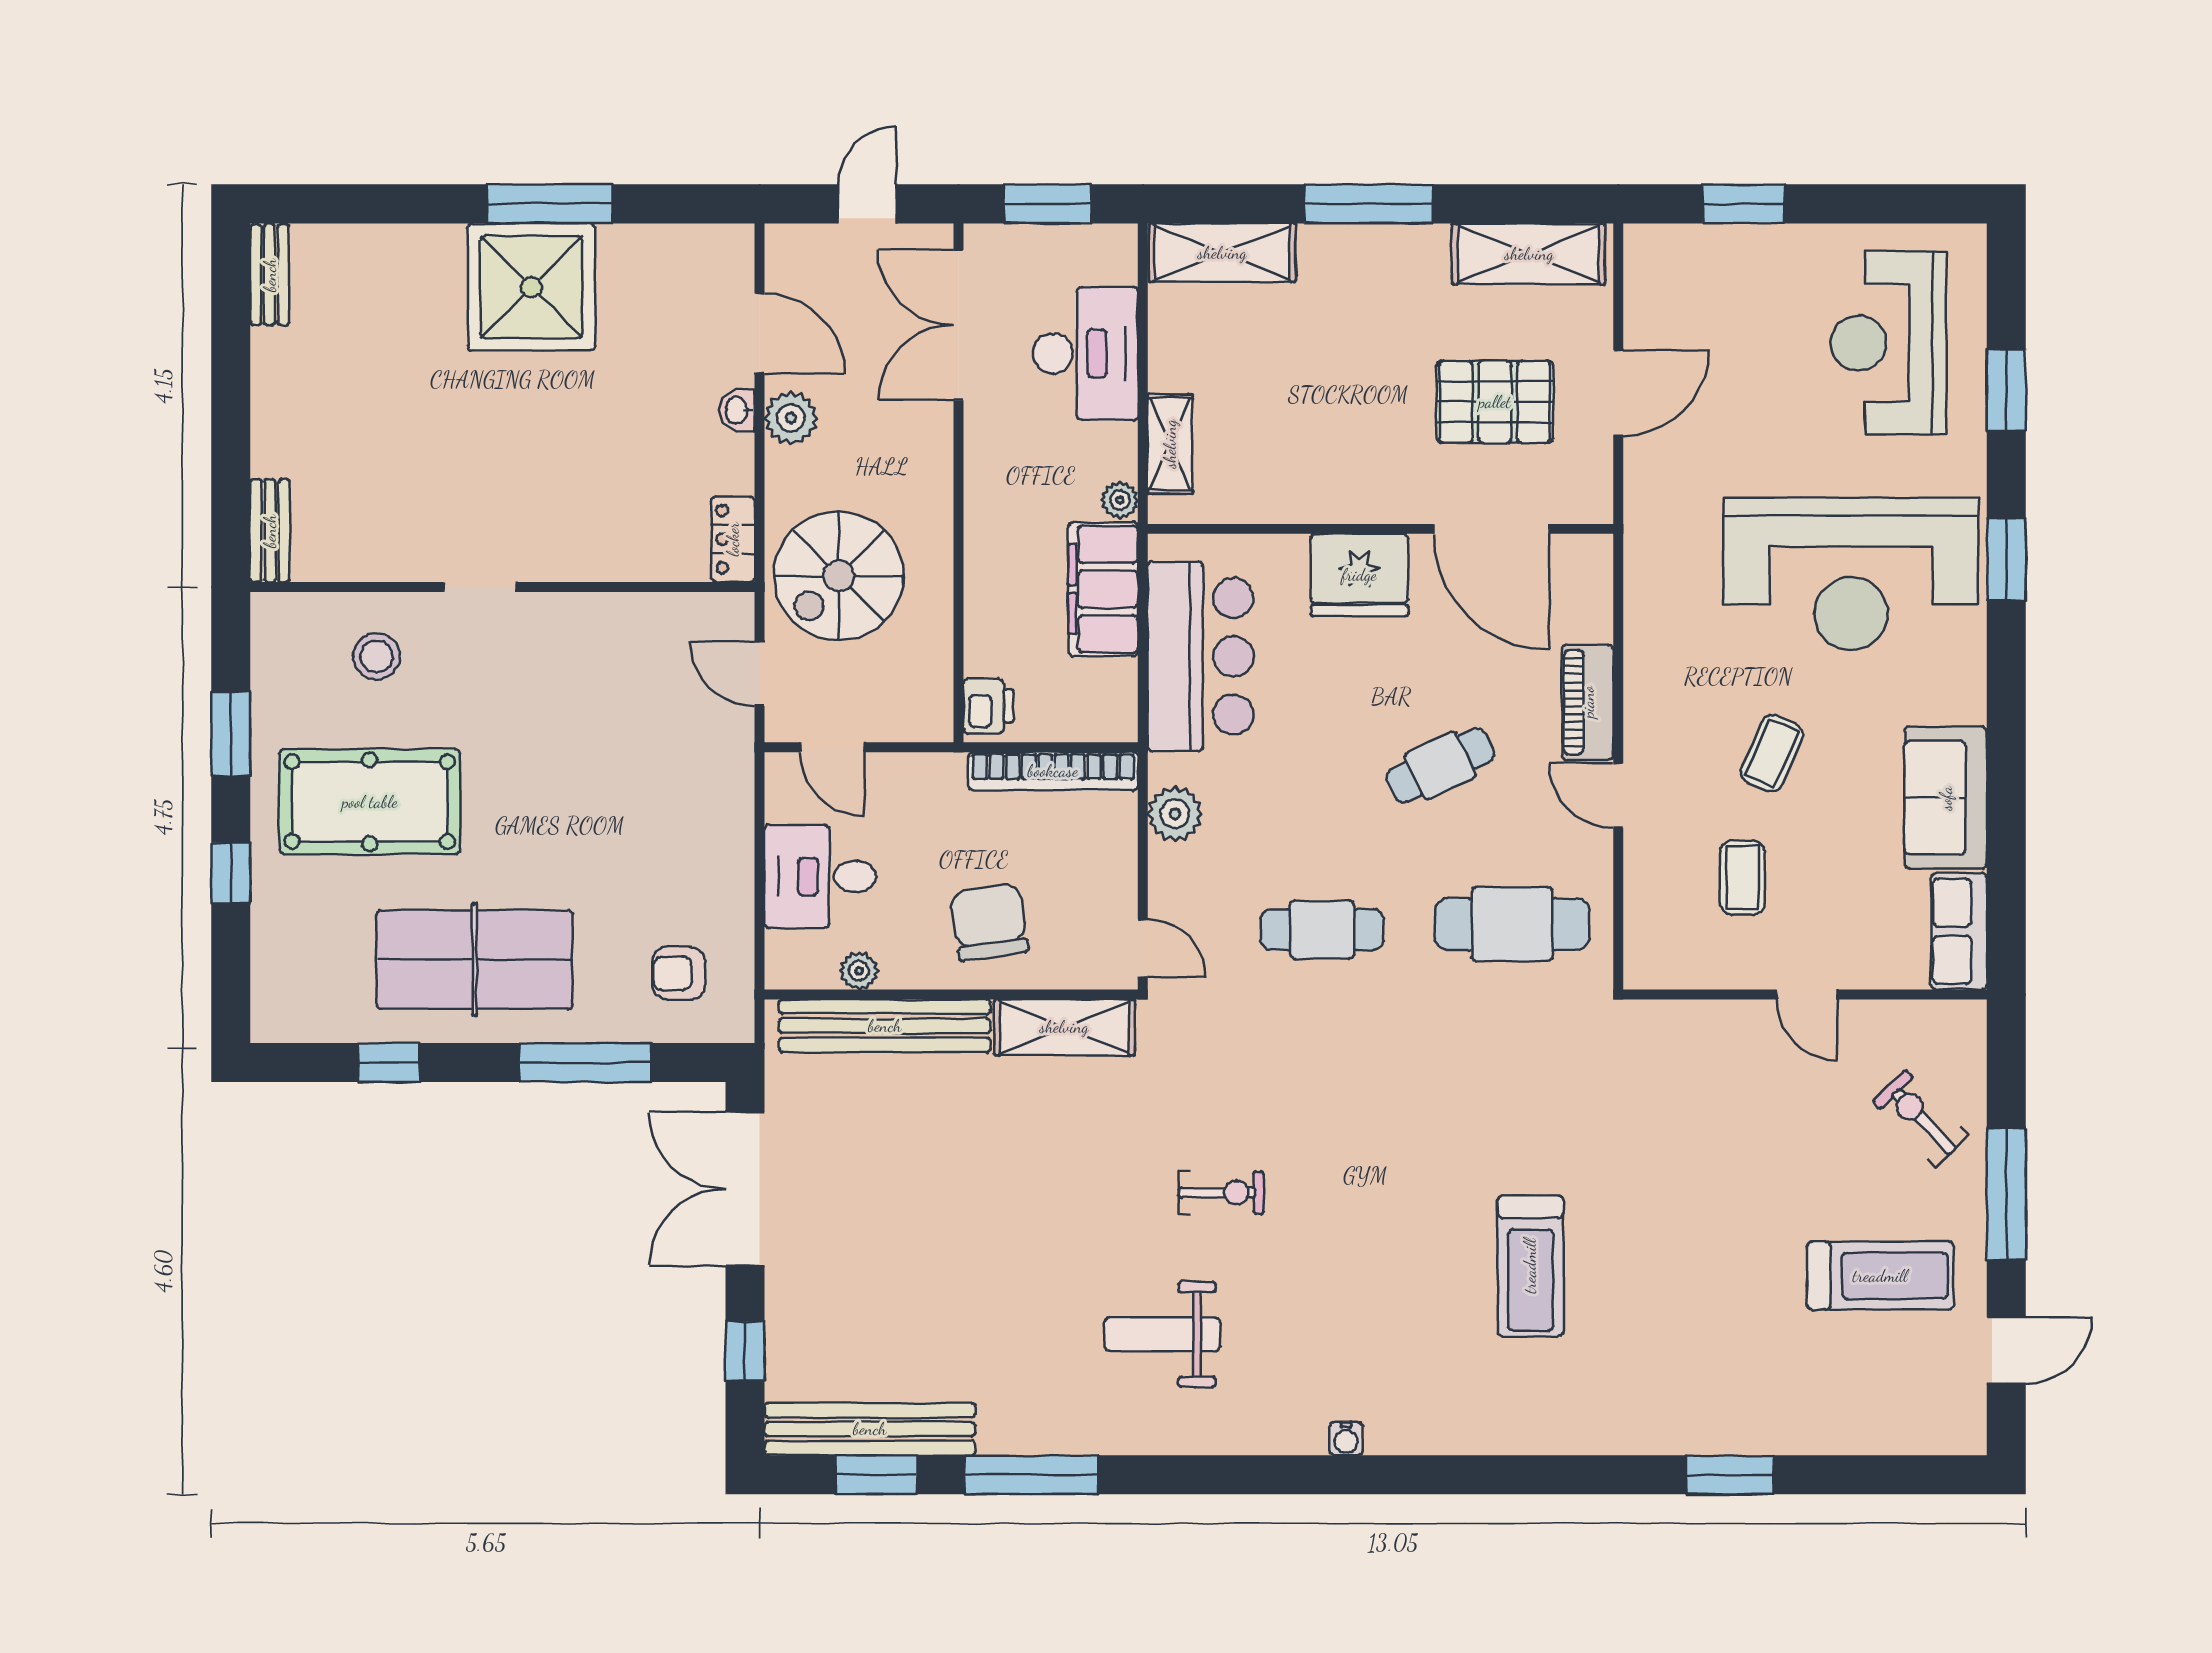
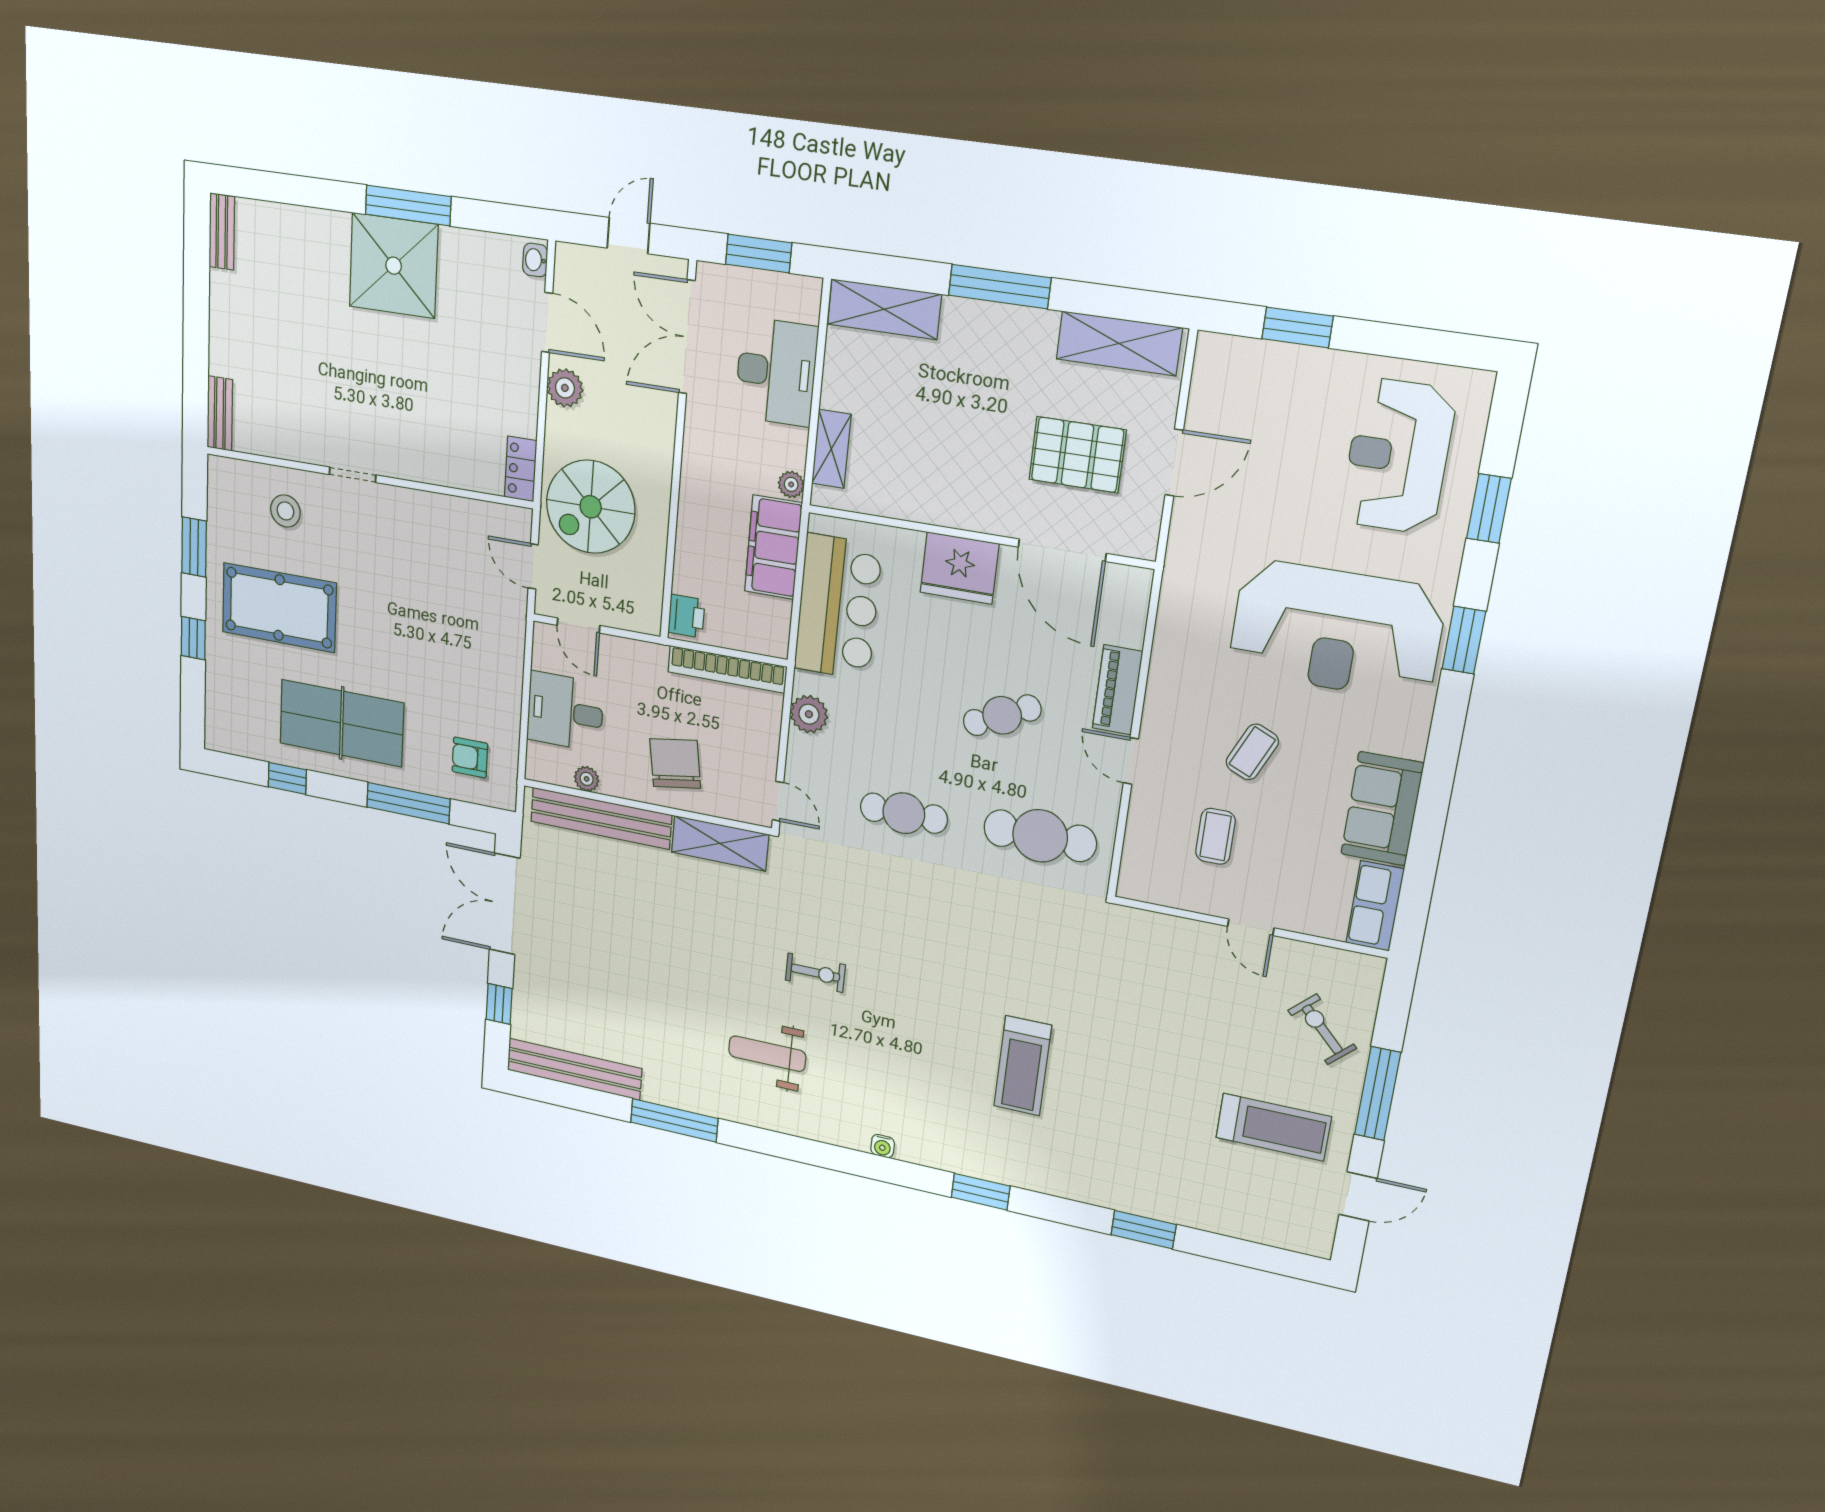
washbasin: (737, 410) -> (535, 260), moved
window: (876, 1475) -> (981, 1192), moved

